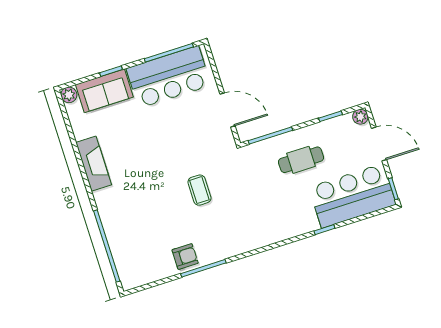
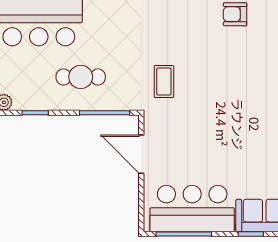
coffee table: (199, 190) -> (164, 82), moved

